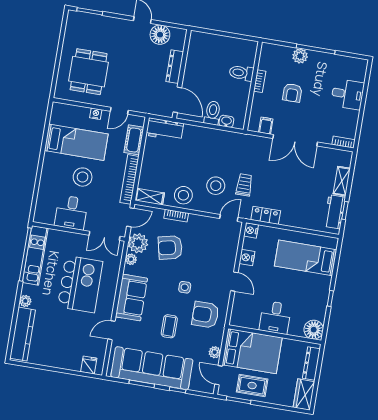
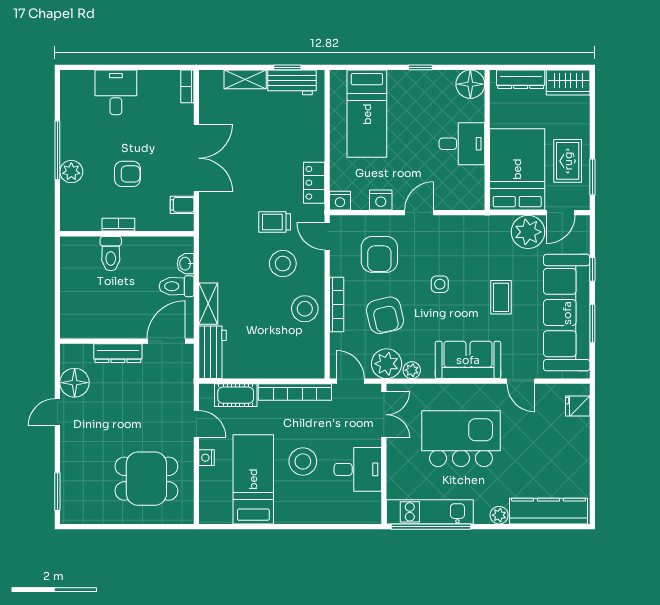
shelving: (150, 197) -> (208, 304), moved
bookcase: (176, 216) -> (337, 305), width x1.56
armchair: (205, 315) -> (379, 254), moved
coffee table: (169, 326) -> (501, 297), turned 90
plant: (215, 352) -> (528, 232), width x1.88, depth x1.88

